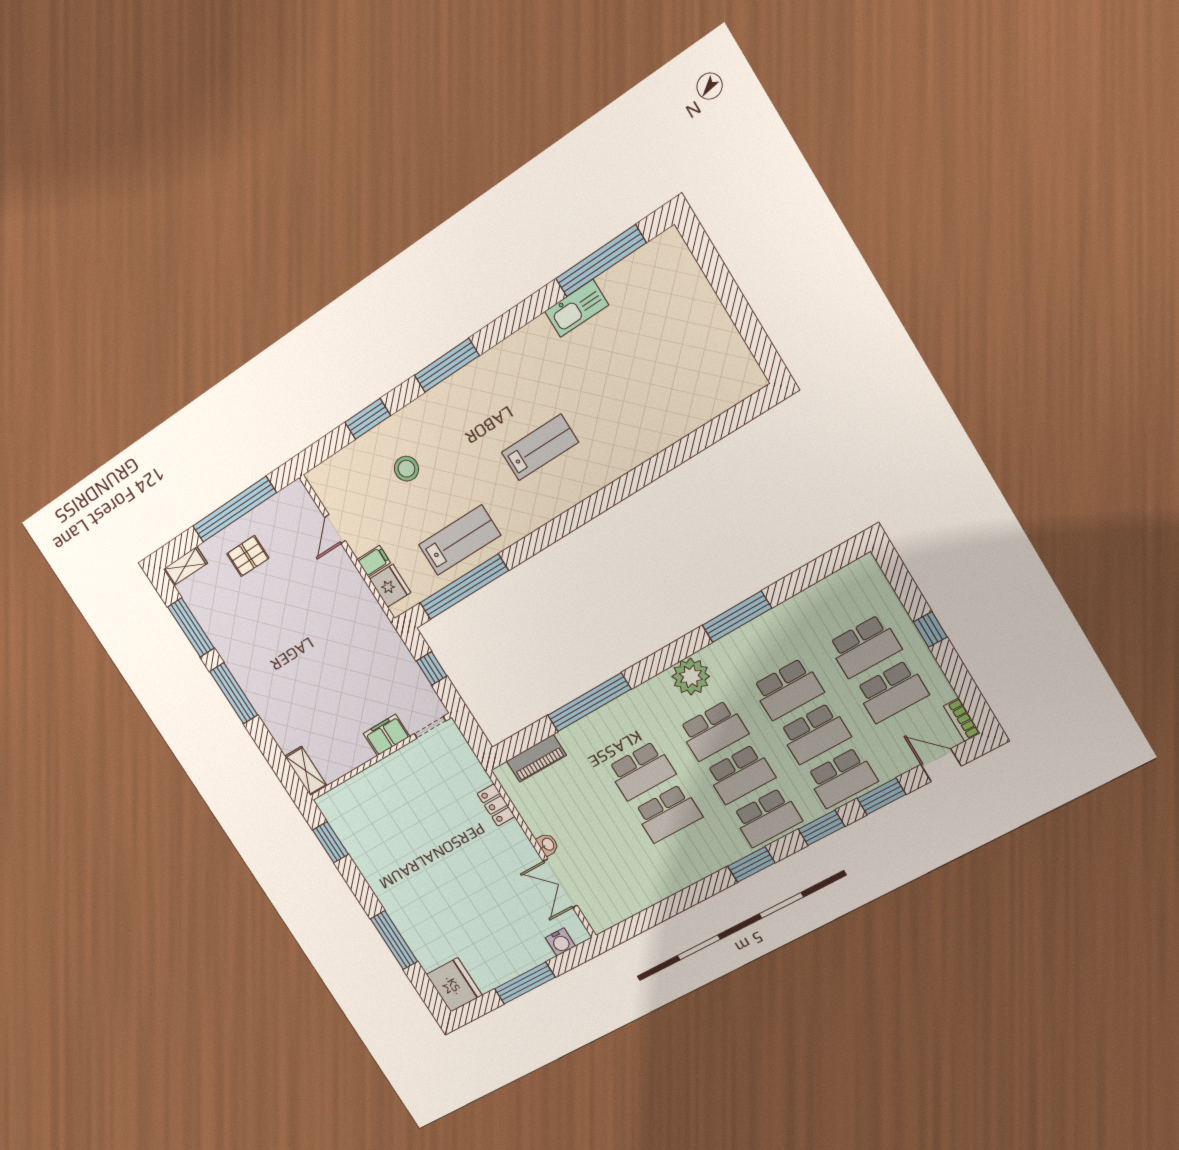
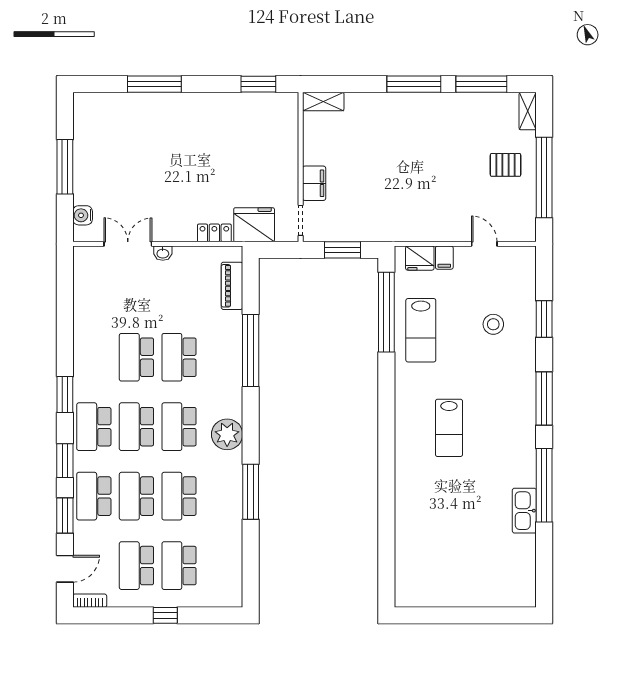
window: (601, 261) -> (544, 485), moved
pallet: (248, 556) -> (506, 165), turned 90
window: (432, 668) -> (343, 250), width x1.50
fridge: (454, 985) -> (254, 225), moved, turned 180

